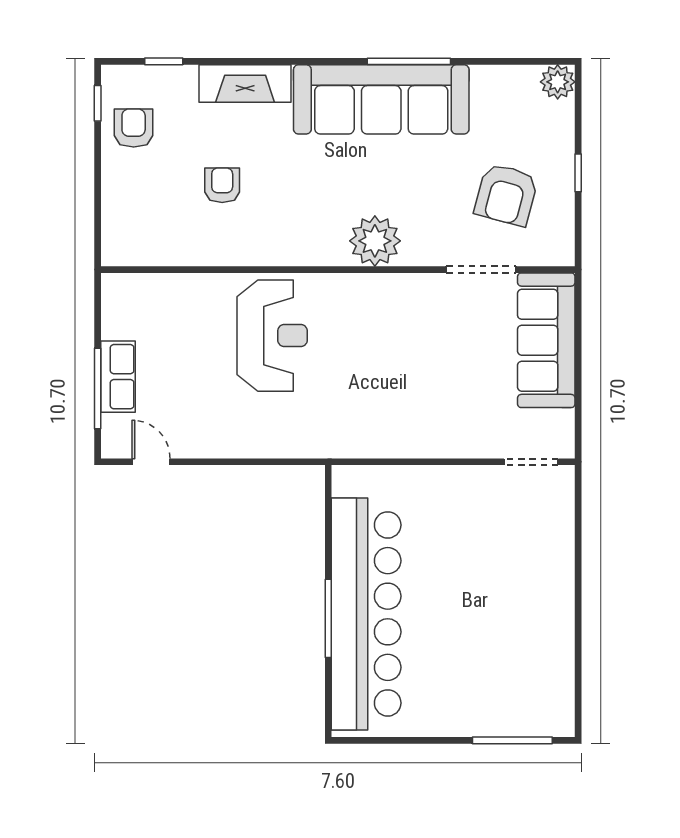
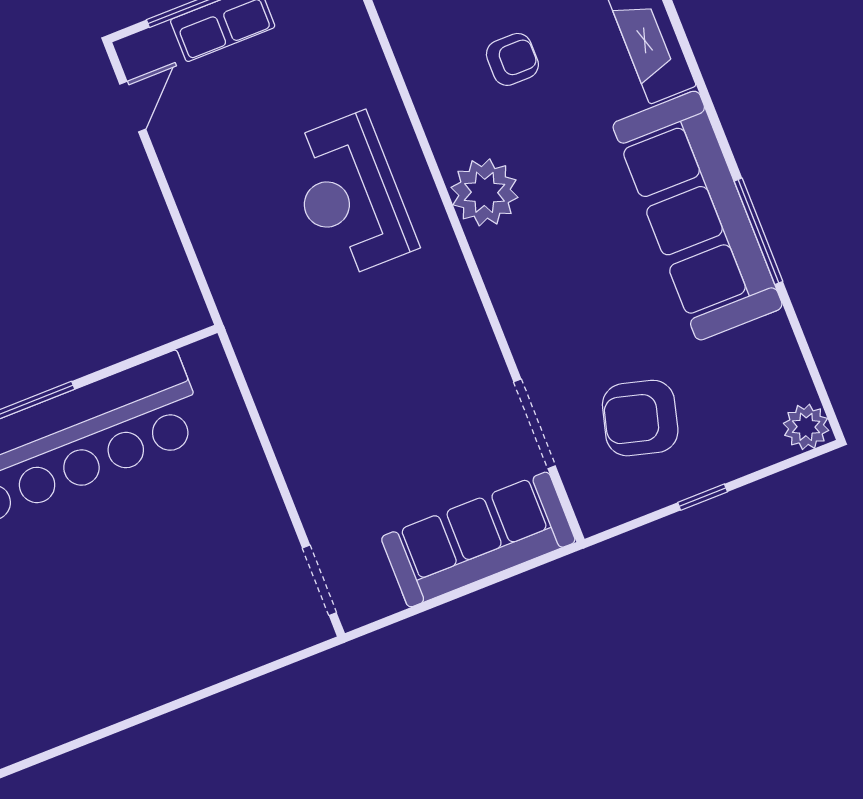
plant: (375, 241) -> (485, 192), moved
reception desk: (272, 336) -> (350, 196), turned 90

